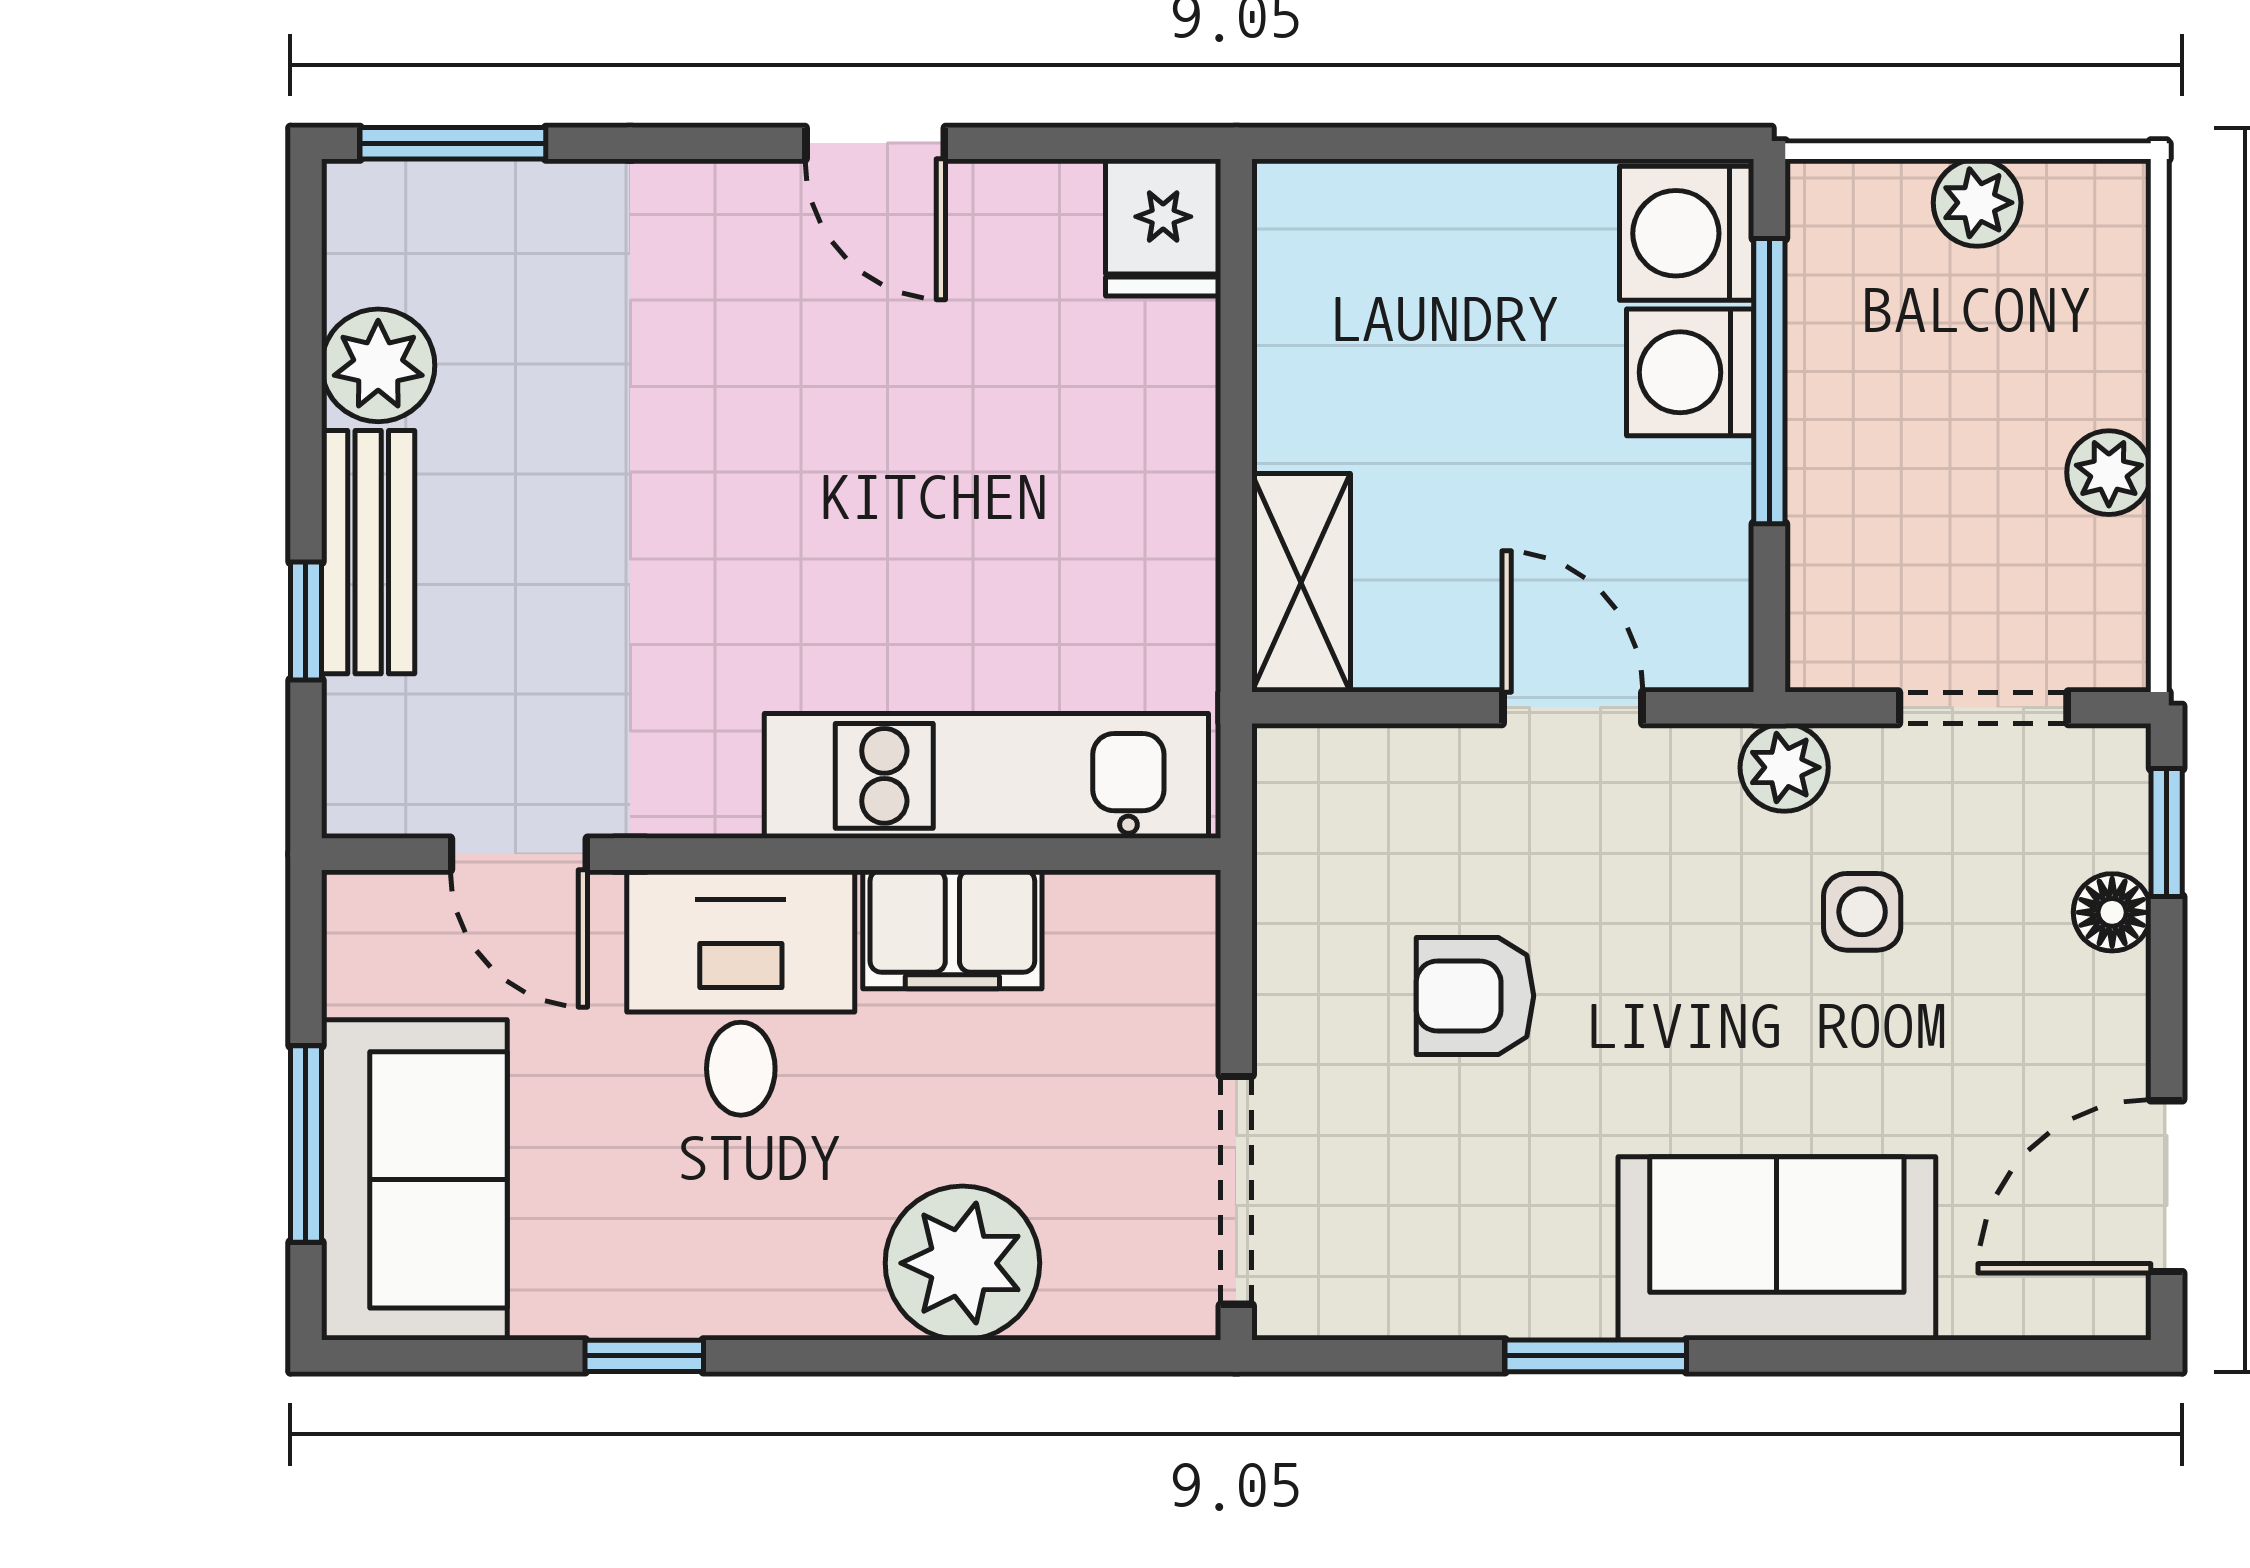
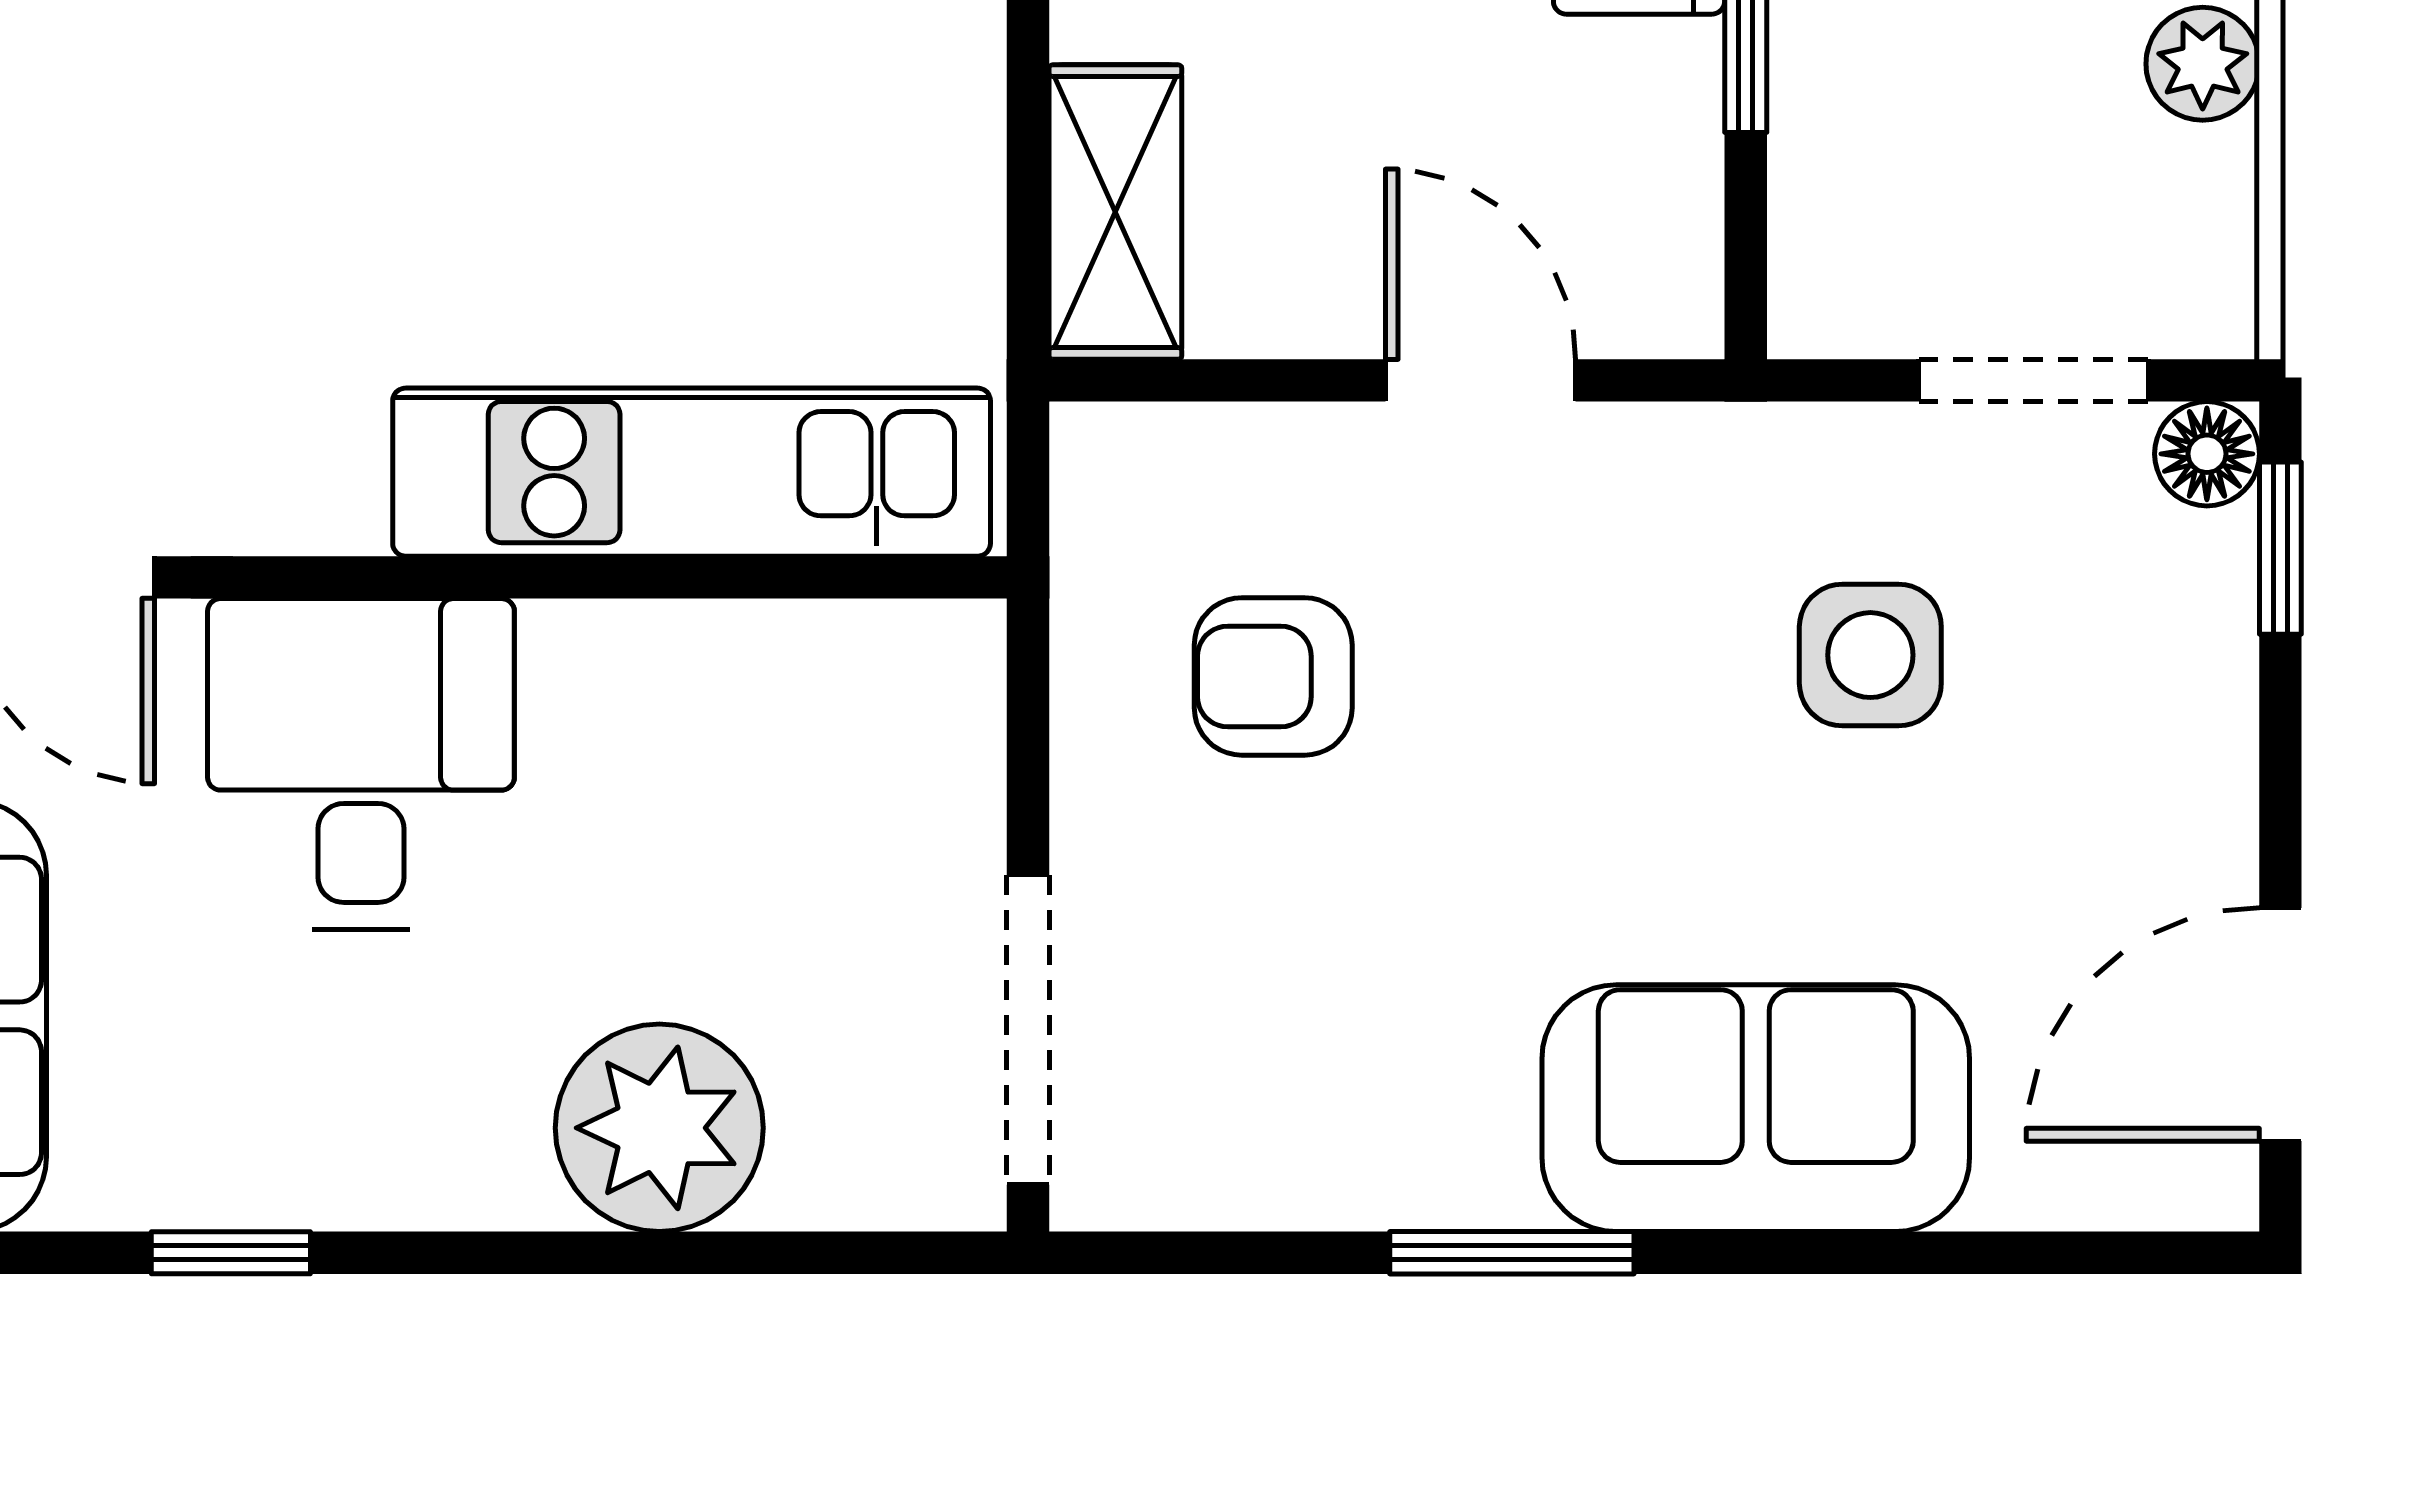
plant: (1784, 767) -> (1765, 461), removed
side table: (1862, 912) -> (1870, 655), width x1.37, depth x1.37
floor lamp: (2112, 912) -> (2207, 454), moved
filing cabinet: (952, 929) -> (646, 679), removed
armchair: (1475, 996) -> (1273, 676), moved

